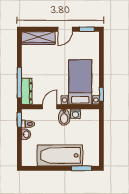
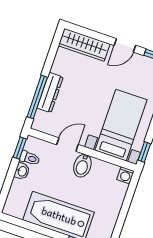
dresser: (27, 91) -> (50, 93), moved
washing machine: (75, 114) -> (126, 175), moved

